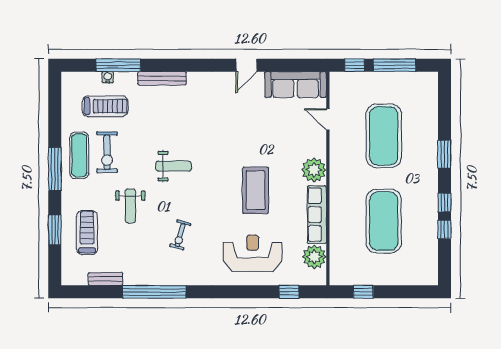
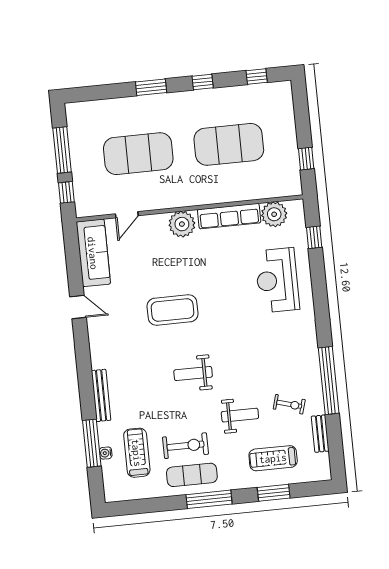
weight bench: (174, 166) -> (193, 374), turned -90
coffee table: (256, 190) -> (172, 310), moved
window: (444, 229) -> (257, 77), moved
exercise bike: (180, 235) -> (289, 404), moved

